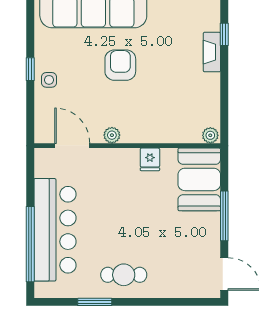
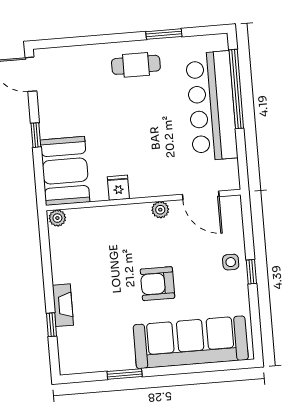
armchair: (120, 65) -> (157, 284), turned 90
window: (224, 216) -> (36, 135), width x0.46

